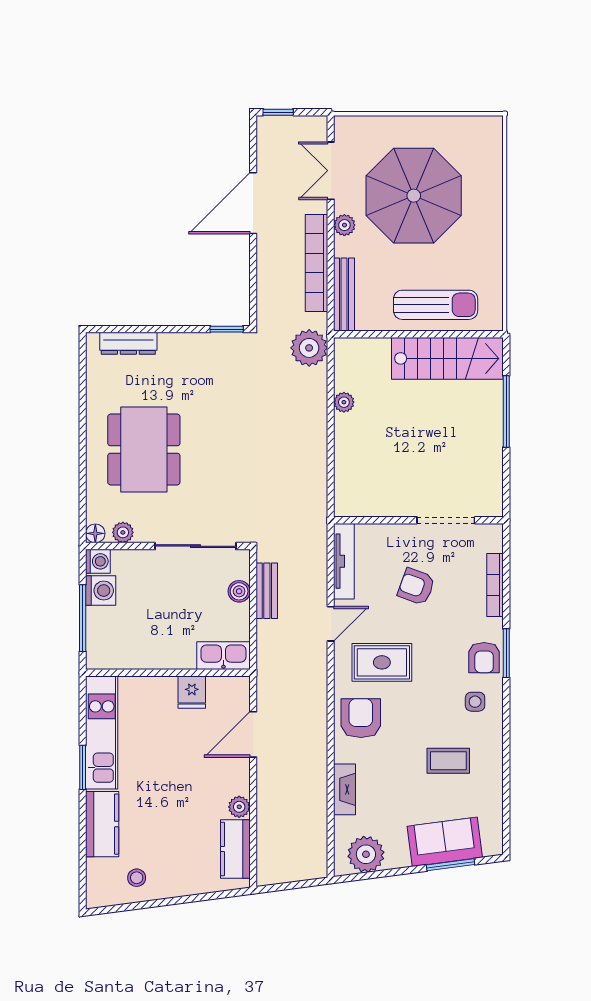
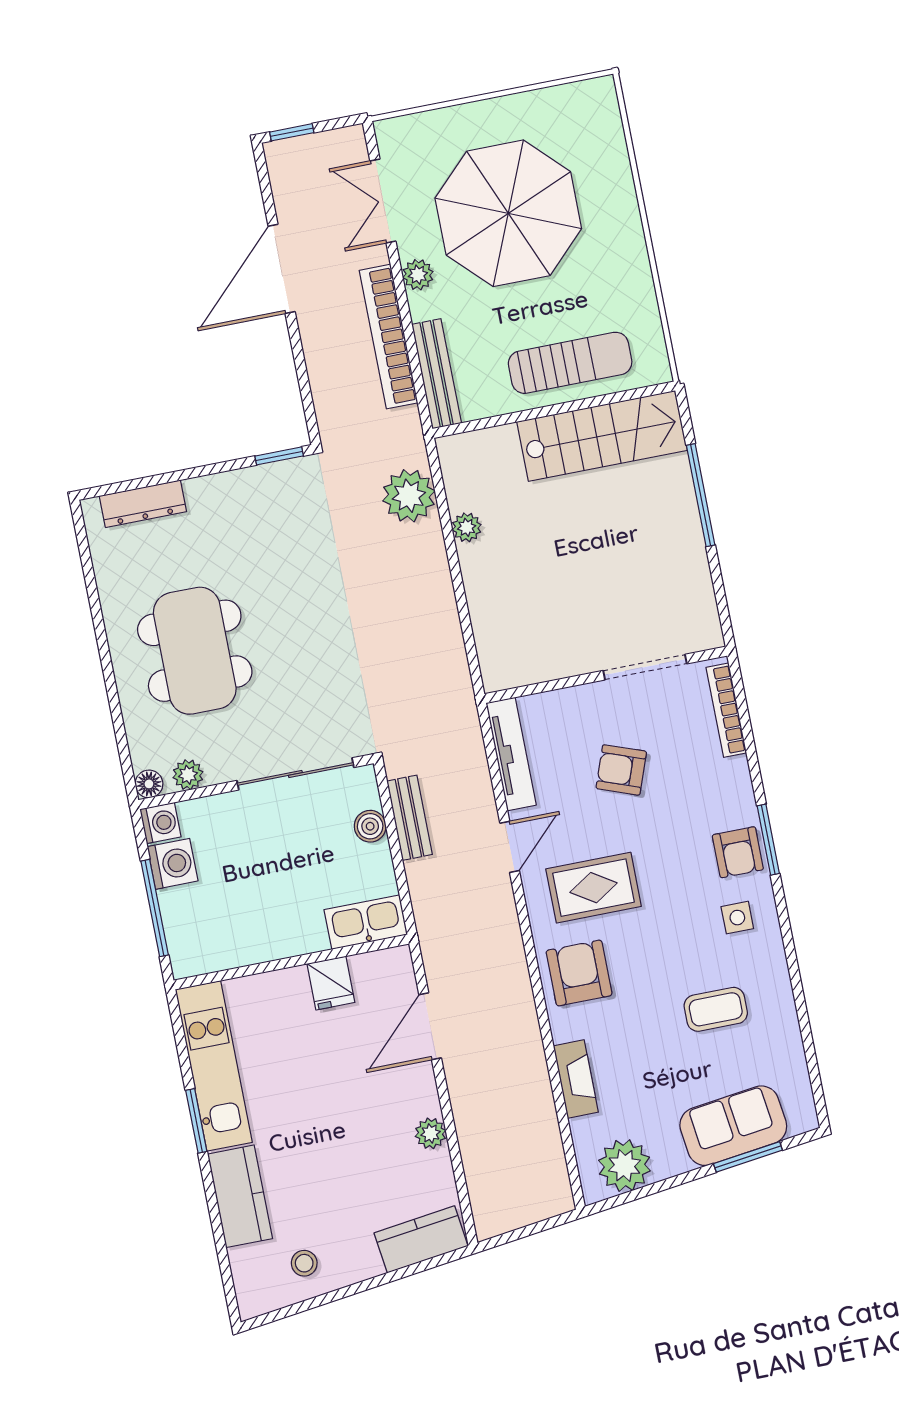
plant: (309, 348) -> (409, 496), moved
bookcase: (495, 585) -> (726, 710), moved
kitchen counter: (235, 849) -> (421, 1239), moved, turned 83

